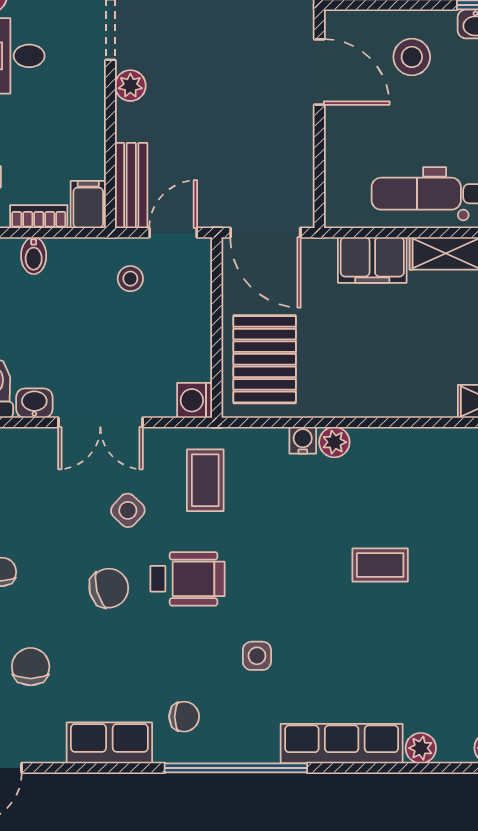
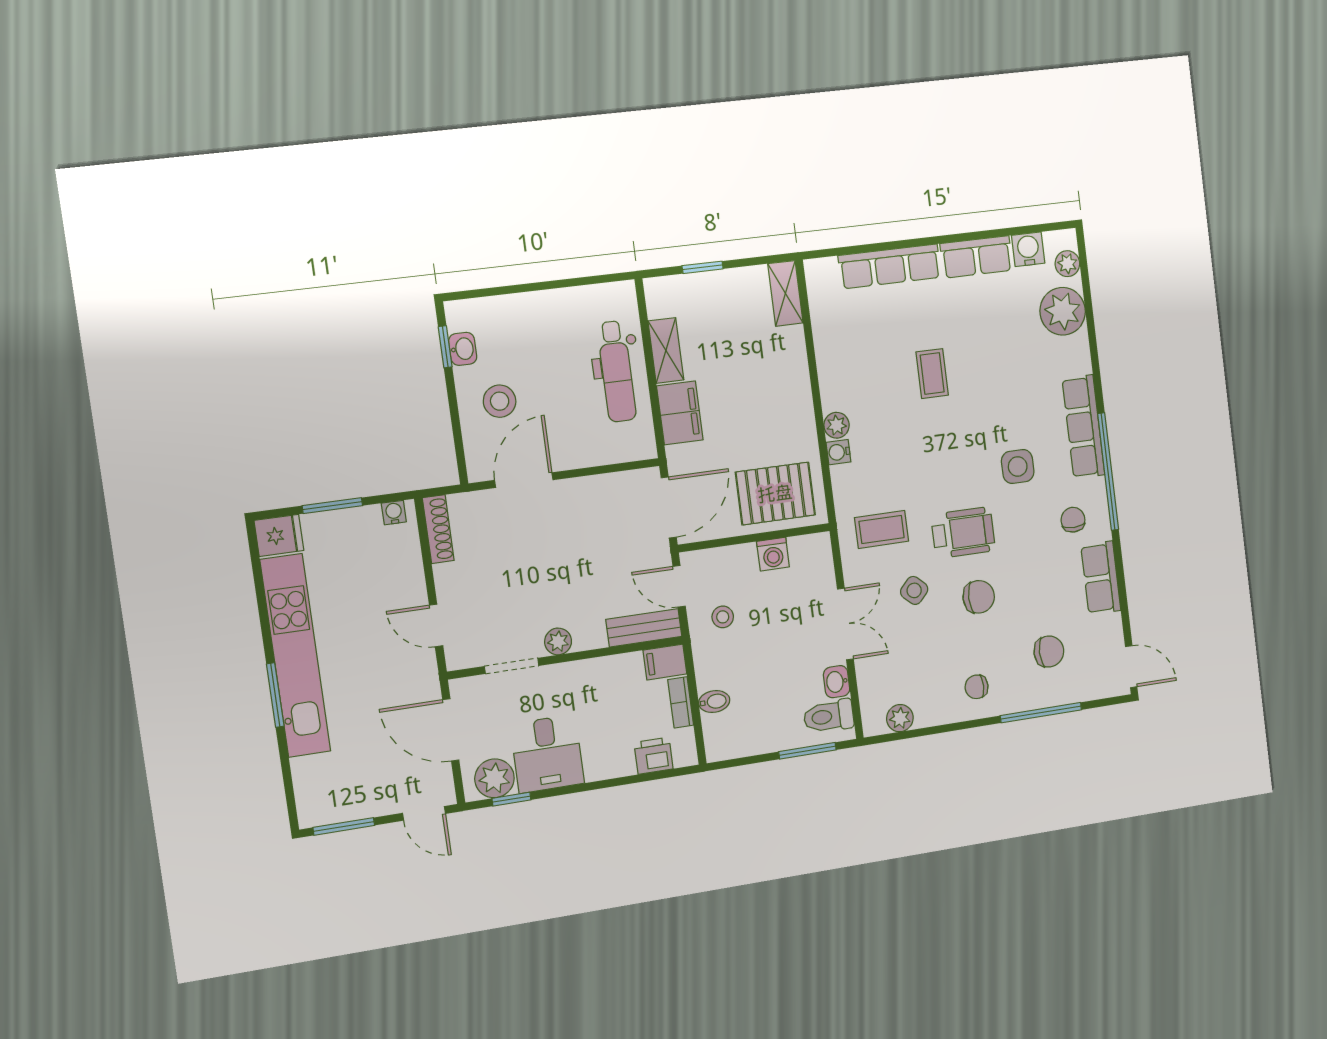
washing machine: (195, 400) -> (773, 554), moved
wheelchair: (188, 579) -> (963, 533), turned 90
chair: (109, 588) -> (979, 597), turned 105
side table: (257, 656) -> (1018, 466), width x1.37, depth x1.37
chair: (31, 667) -> (1049, 651), turned 180
row of seats: (342, 744) -> (1083, 427), moved
plant: (421, 748) -> (1063, 311), width x1.87, depth x1.87

